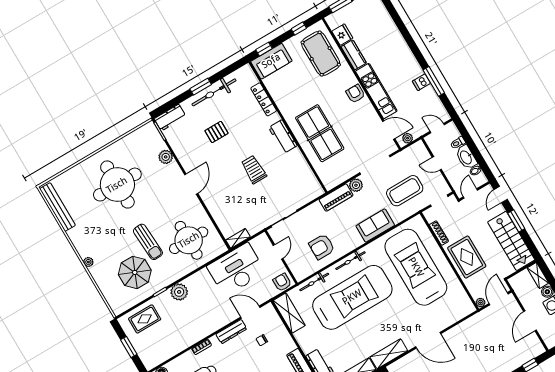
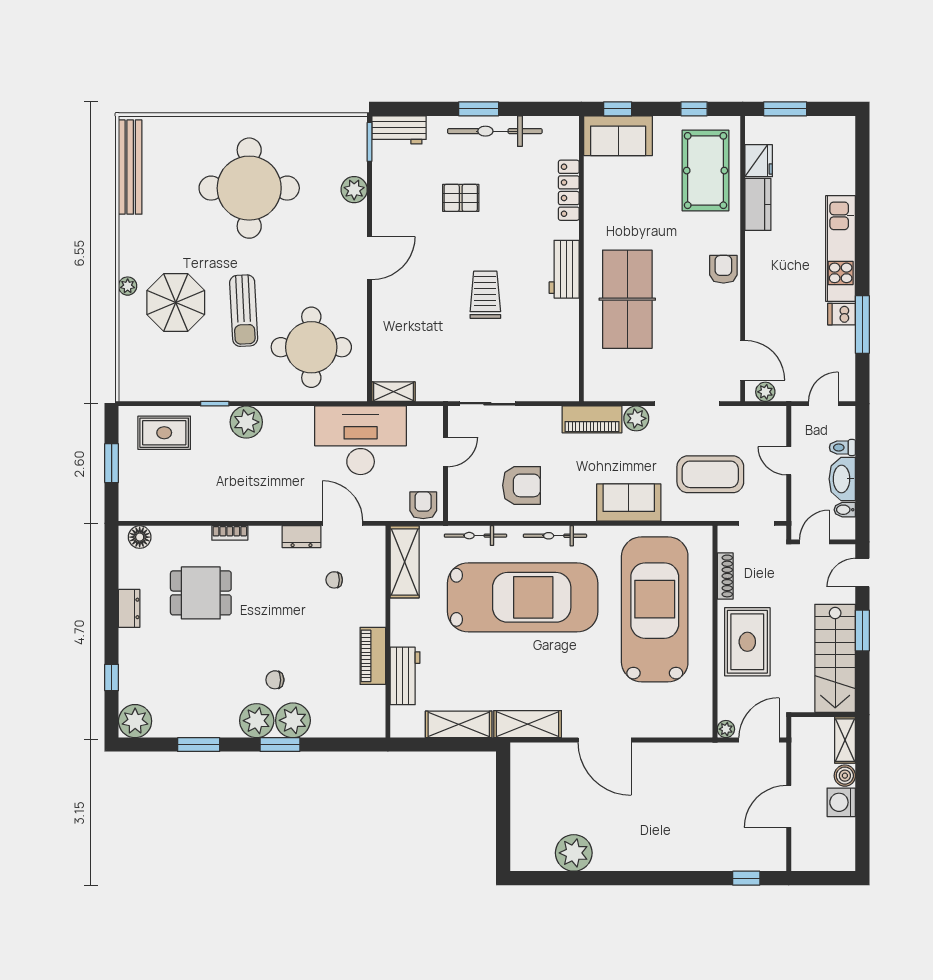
kitchen unit: (376, 91) -> (841, 249), moved, turned 180
door: (437, 128) -> (823, 404), hinge flipped
armchair: (322, 247) -> (522, 485), turned 180
parasol: (135, 272) -> (176, 303), moved
dresser: (231, 332) -> (302, 537), width x0.70

